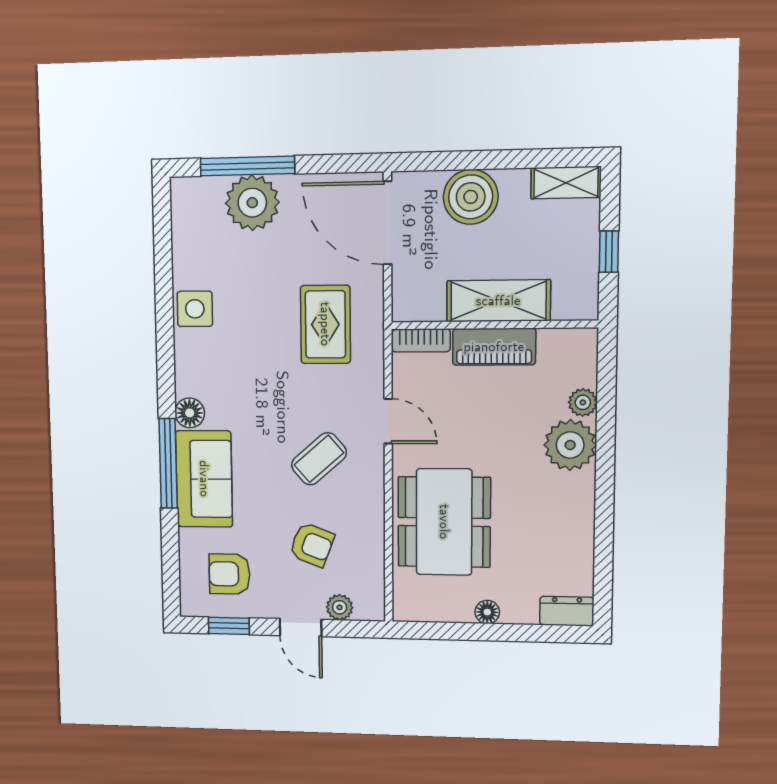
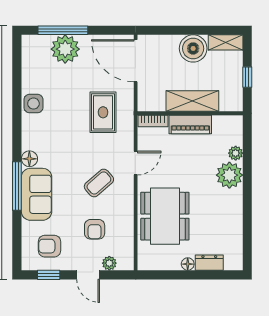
boiler: (471, 197) -> (193, 48), moved
door: (388, 421) -> (136, 163), hinge flipped
armchair: (312, 545) -> (95, 229), turned 69
dresser: (567, 611) -> (209, 263), moved

